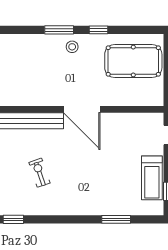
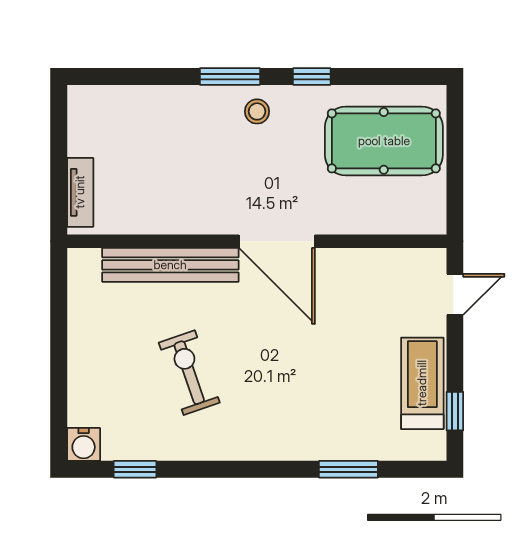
exercise bike: (39, 173) -> (189, 373), width x1.38, depth x1.39
treadmill: (152, 178) -> (422, 383), turned 180

